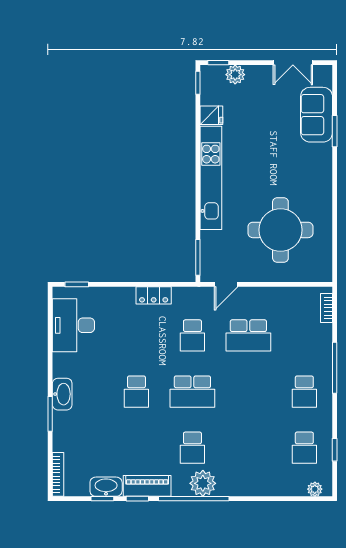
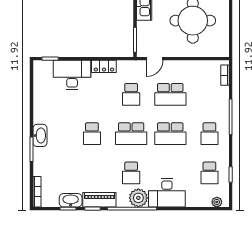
desk: (73, 325) -> (72, 75), moved, turned 90
school desk: (248, 392) -> (170, 134), added
desk: (244, 476) -> (167, 193), added

